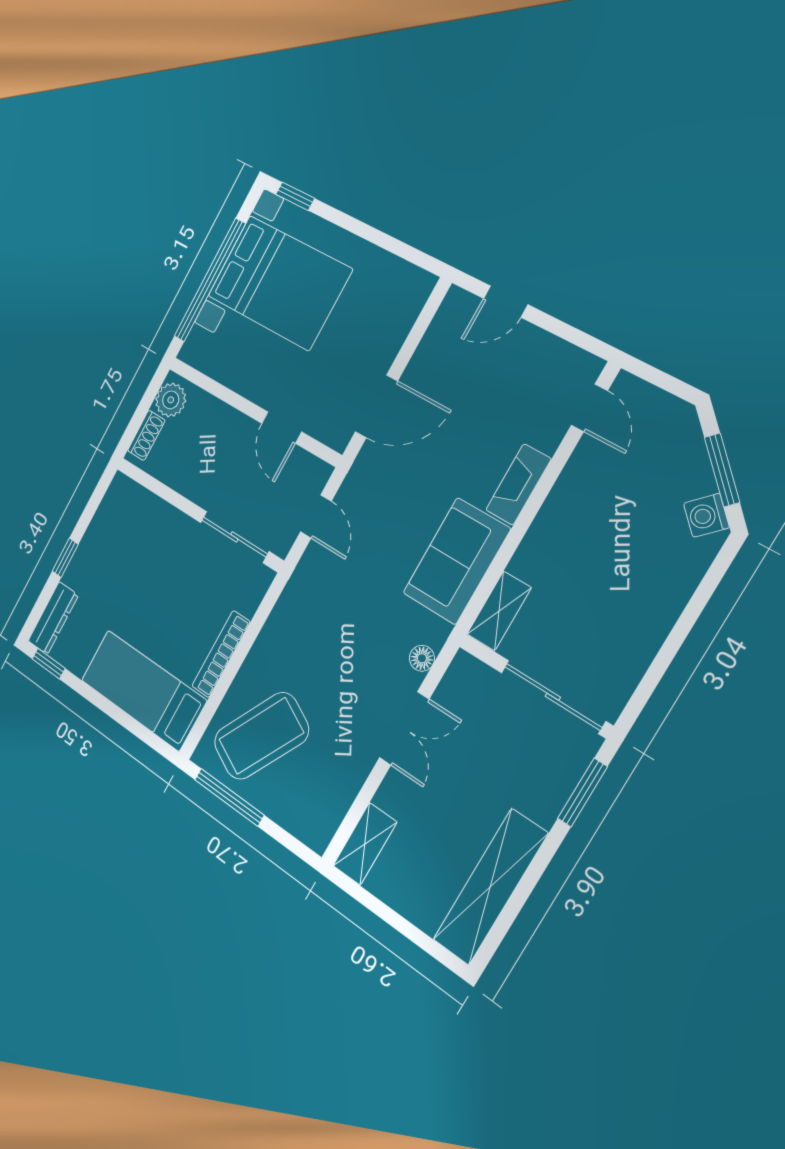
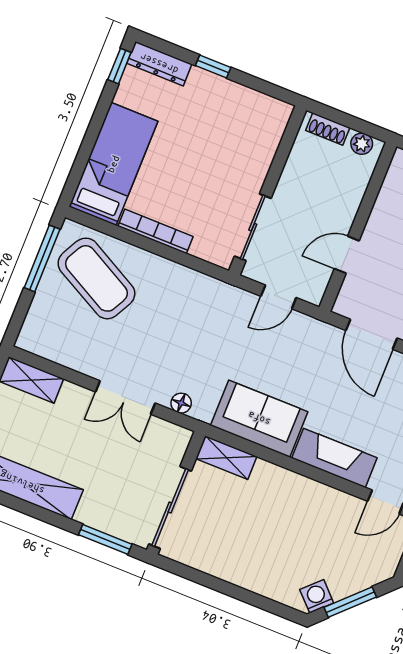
plant: (171, 400) -> (362, 144), width x0.73, depth x0.73
fireplace: (518, 484) -> (334, 458), width x1.37, depth x1.32

